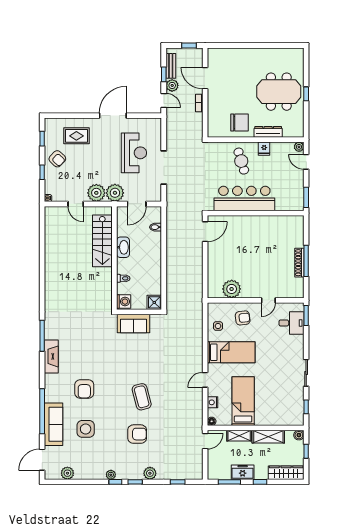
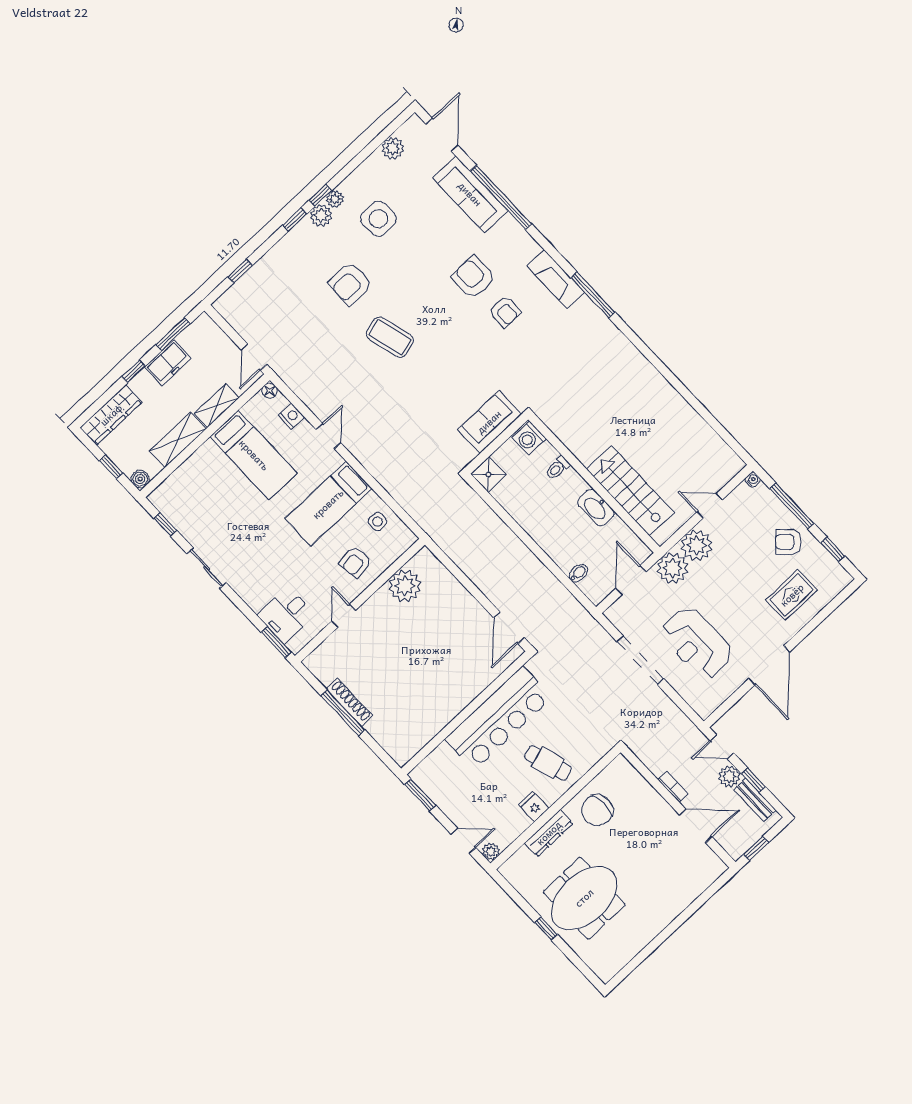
window: (42, 172) -> (792, 506), width x2.17
armchair: (85, 363) -> (505, 312), added
side table: (86, 429) -> (378, 219), moved
plant: (150, 473) -> (321, 216), moved

